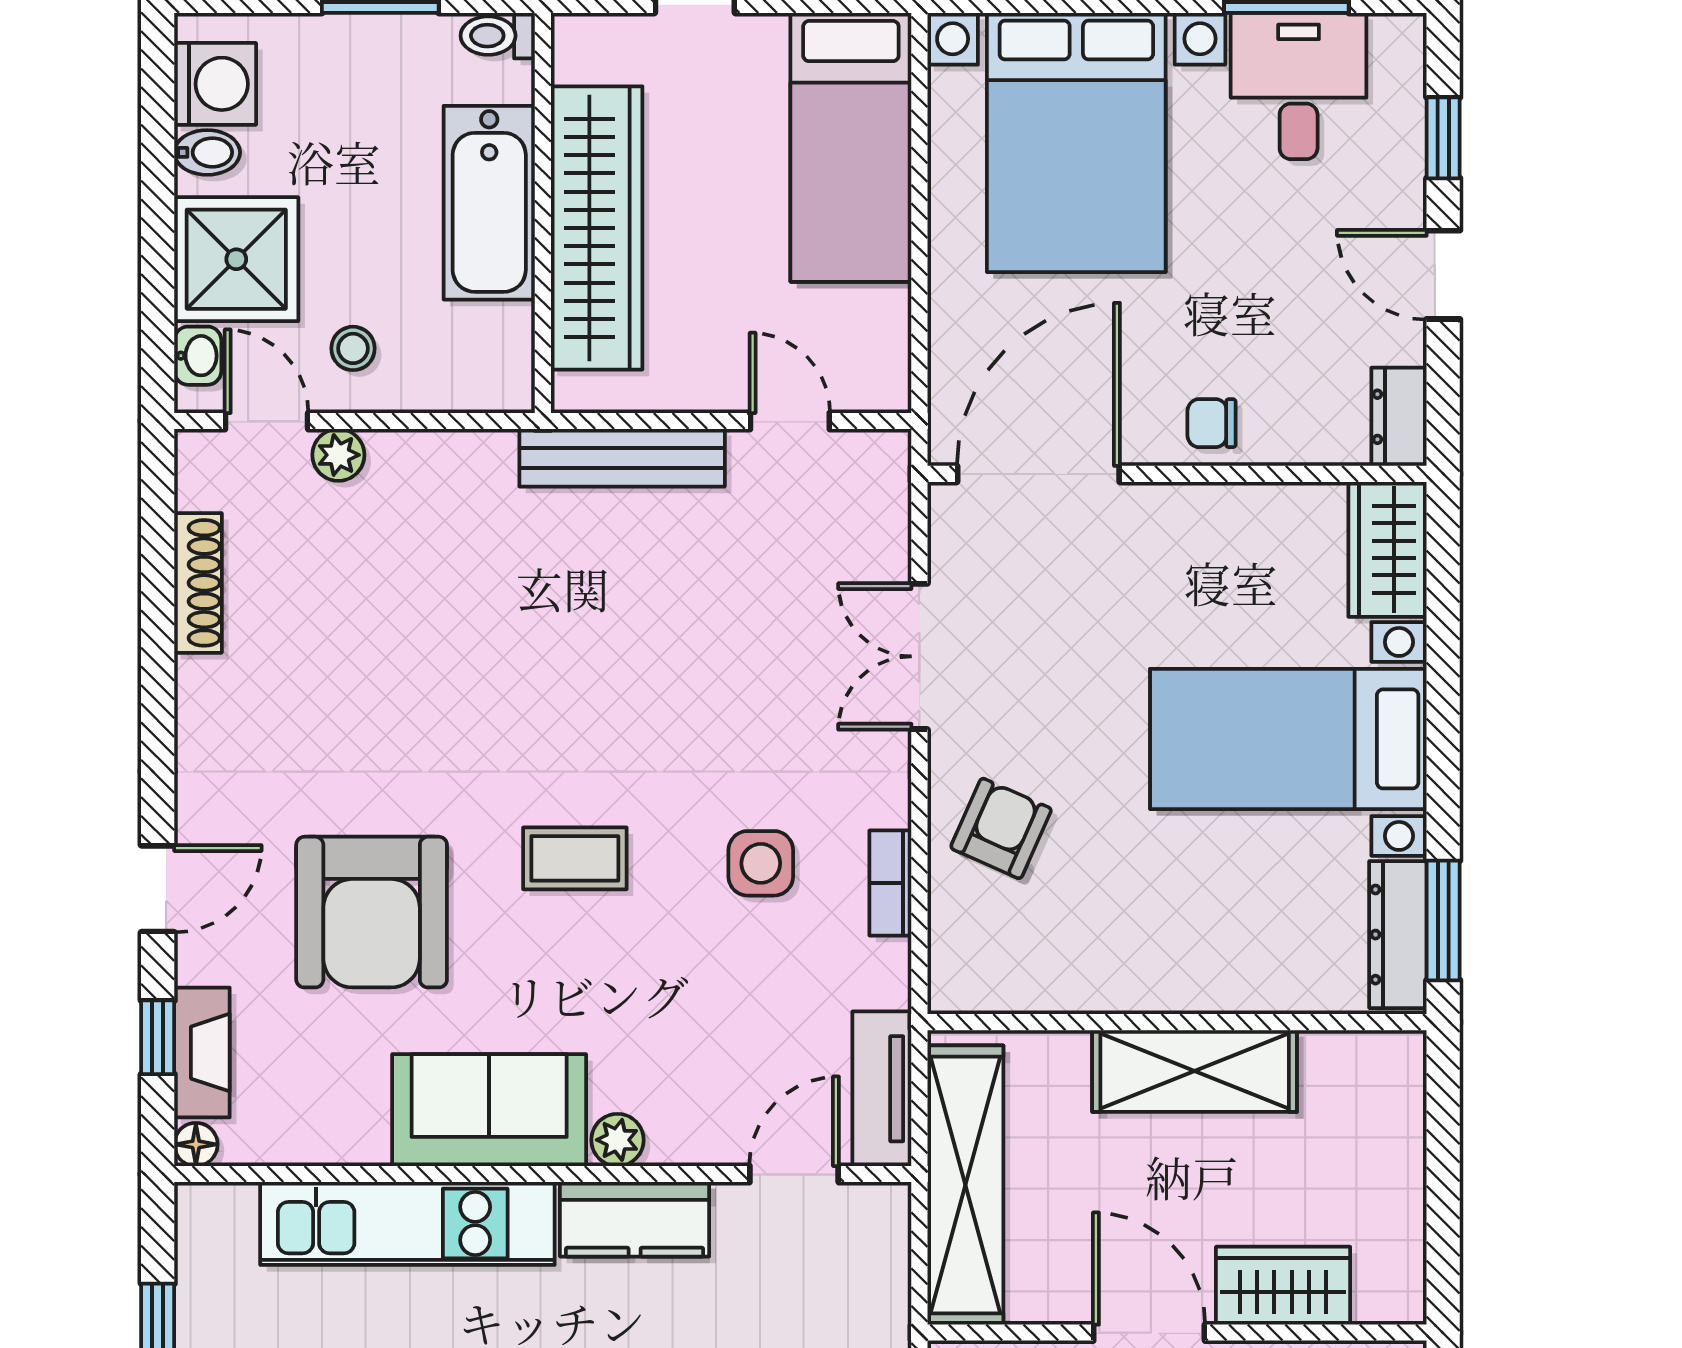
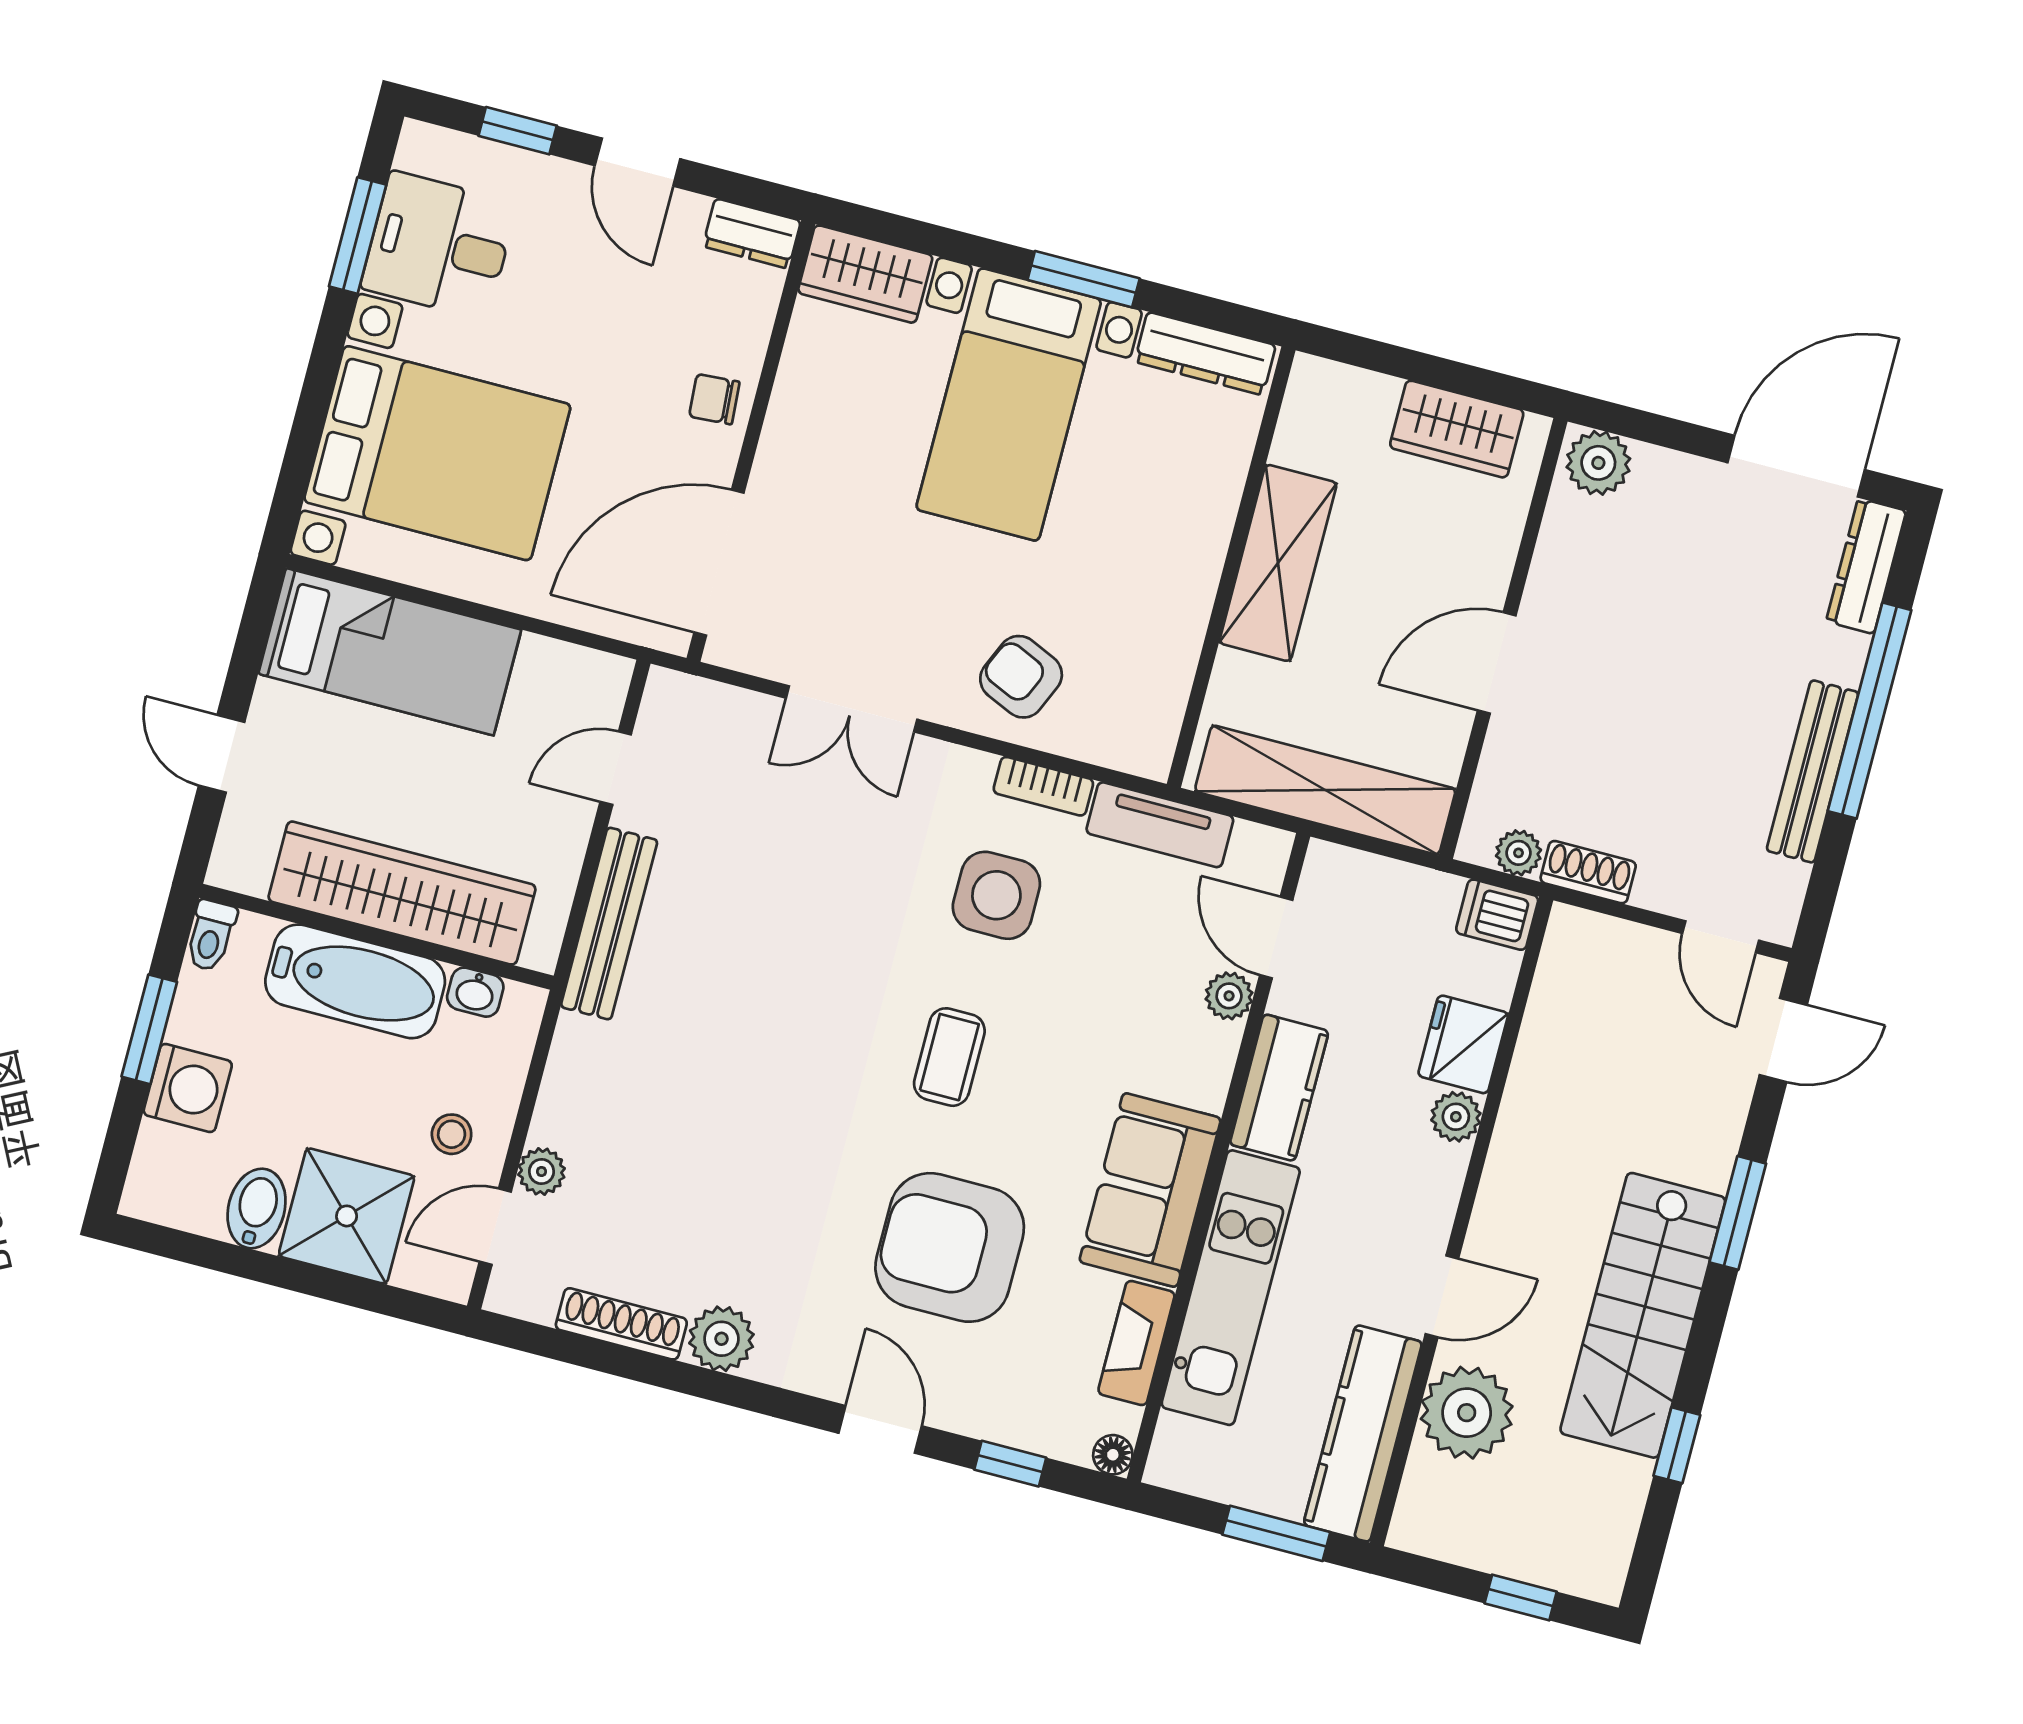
washing machine: (215, 84) -> (188, 1088), moved, turned 90
bidet: (207, 152) -> (257, 1208), width x1.38, depth x1.36
door: (1443, 275) -> (638, 162), hinge flipped
washbasin: (198, 356) -> (475, 992), moved, turned 180
chair: (1212, 423) -> (714, 399), turned 86
door: (1038, 474) -> (719, 563), hinge flipped
plant: (210, 694) -> (721, 1339), added
side table: (761, 863) -> (996, 895), width x1.37, depth x1.37
armchair: (372, 912) -> (950, 1247), turned 180
window: (1443, 920) -> (1084, 279), moved
fireplace: (202, 1053) -> (1136, 1343), moved, turned -90
tv unit: (882, 1089) -> (1160, 825), moved
plant: (617, 1140) -> (1229, 996), moved
wardrobe: (1283, 1286) -> (1457, 429), moved, turned -90

